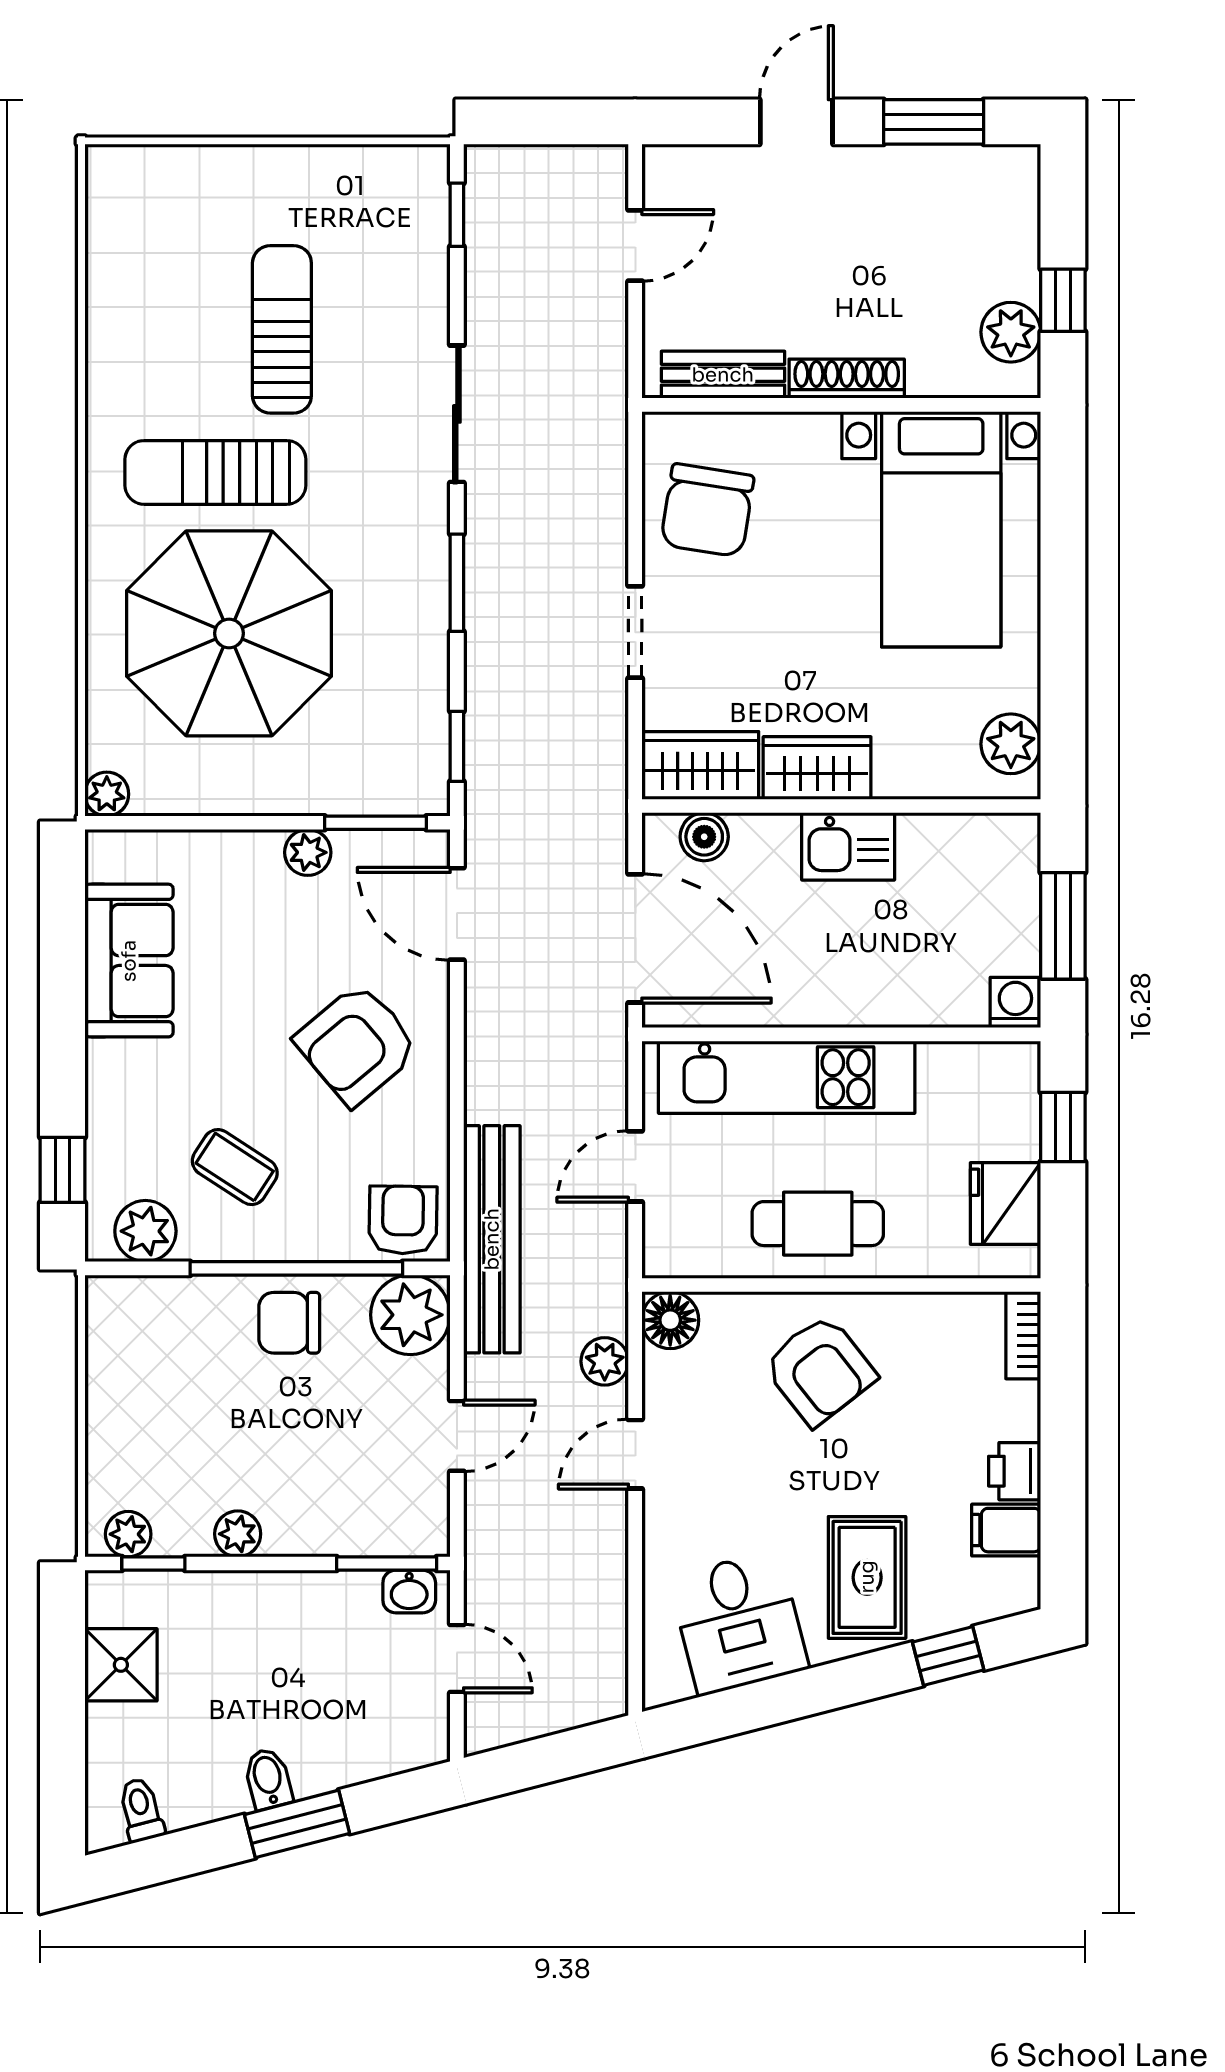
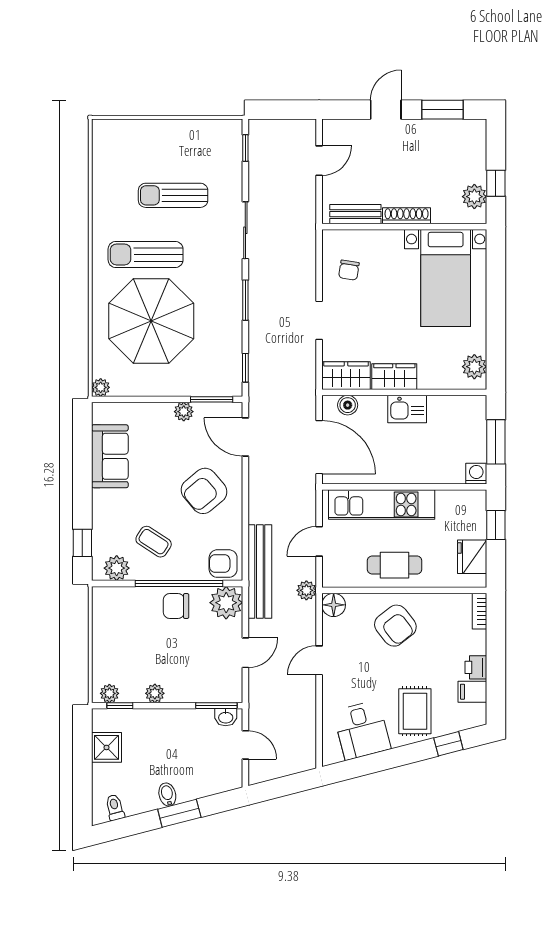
sun lounger: (282, 329) -> (173, 195), turned -90
chair: (707, 510) -> (349, 270), width x0.54, depth x0.54
armchair: (403, 1220) -> (223, 564), turned -91
plant: (605, 1361) -> (306, 590), moved

